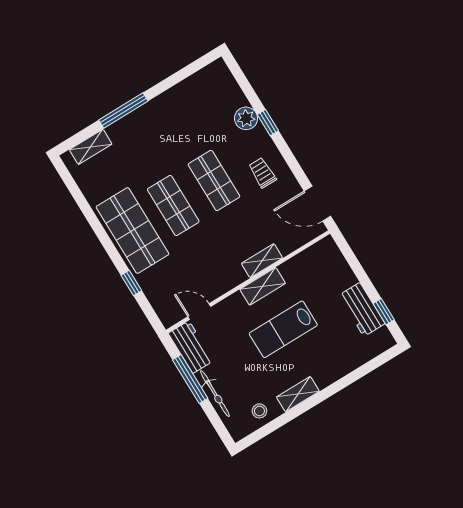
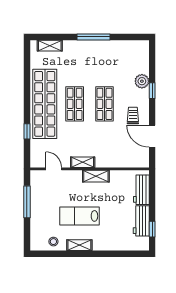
window: (123, 111) -> (94, 37), moved
door: (317, 204) -> (152, 136), moved
shop shelf: (133, 230) -> (45, 104), width x1.40
shelving: (262, 261) -> (83, 162), moved
lab bench: (283, 329) -> (79, 216), moved
workbench: (191, 347) -> (141, 190), moved, turned 180
bicycle: (215, 394) -> (35, 218), removed

